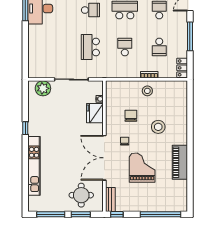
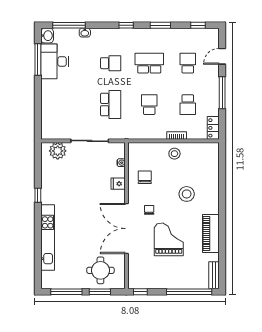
school desk: (90, 47) -> (111, 105), turned 180
fridge: (95, 113) -> (118, 184), width x0.53, depth x0.75
chair: (131, 116) -> (145, 177), moved
bench: (110, 199) -> (214, 275), moved

